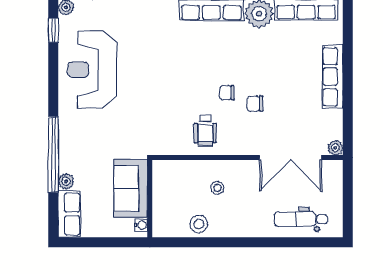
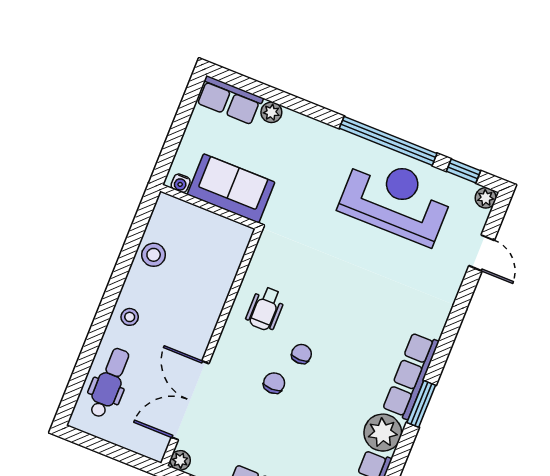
wheelchair: (205, 131) -> (265, 309), turned -90
window: (53, 155) -> (388, 141), moved
stool: (217, 188) -> (130, 317), moved

